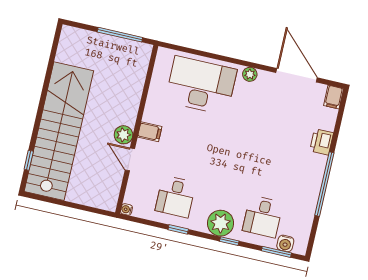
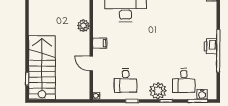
stairs: (59, 131) -> (42, 67), width x0.73
plant: (123, 135) -> (84, 26), moved
printer: (322, 142) -> (210, 46), moved

